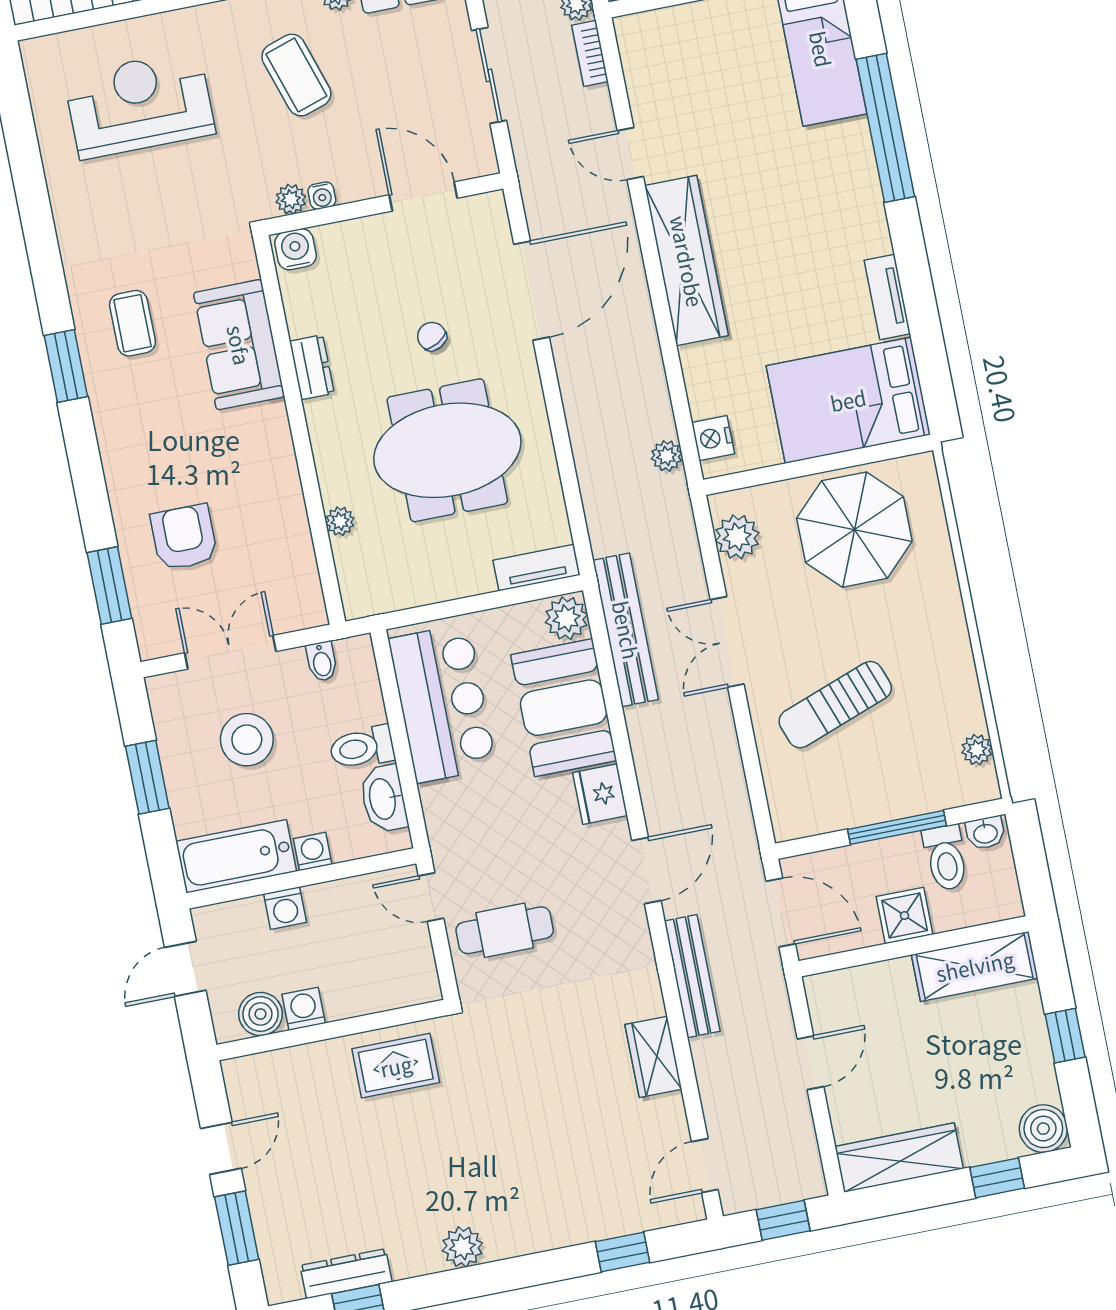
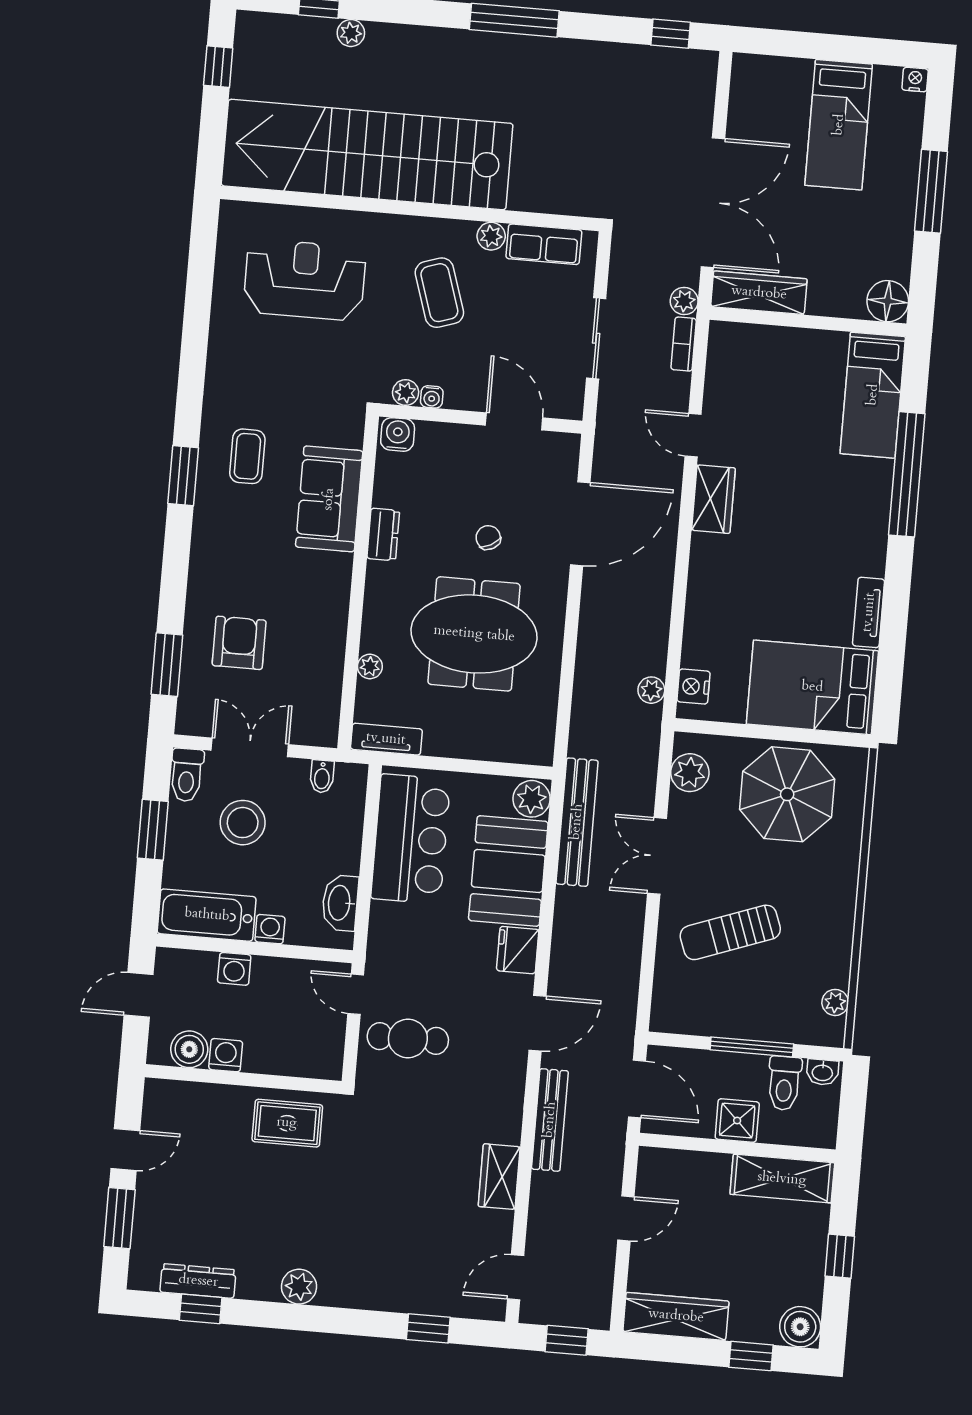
wardrobe: (687, 261) -> (713, 499), width x0.48, depth x0.85
tv unit: (536, 568) -> (386, 739), moved
toilet: (362, 748) -> (187, 775), moved, turned -90

